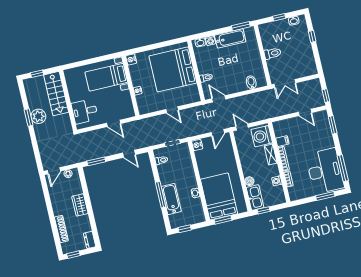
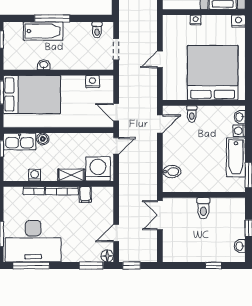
floor lamp: (323, 115) -> (107, 256), added
nightstand: (197, 145) -> (93, 82), moved

